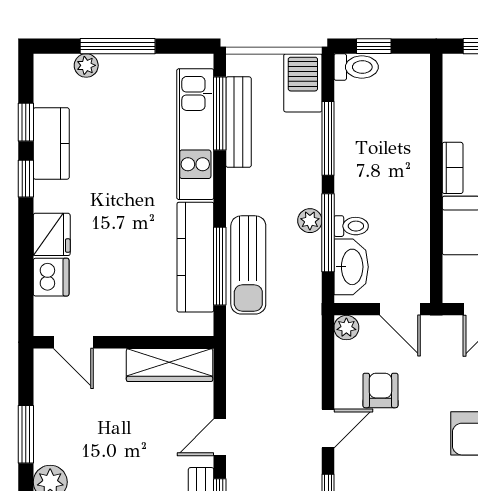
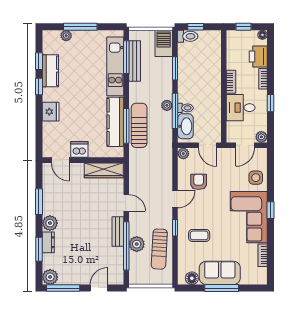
window: (328, 138) -> (175, 68), width x0.69
sun lounger: (248, 265) -> (139, 125), turned 180
dishwasher: (51, 277) -> (79, 149), moved, turned -90
door: (220, 437) -> (126, 203), swing flipped

